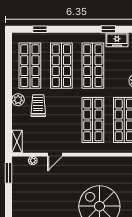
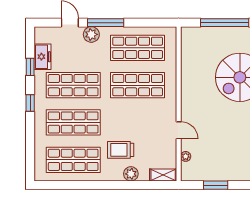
window: (40, 29) -> (30, 103), moved
plant: (18, 100) -> (131, 174), moved
window: (9, 173) -> (216, 185), moved

